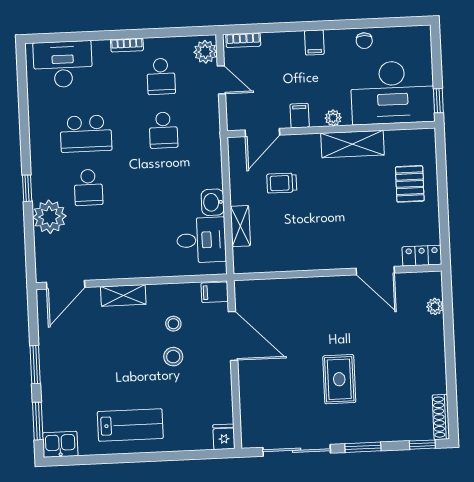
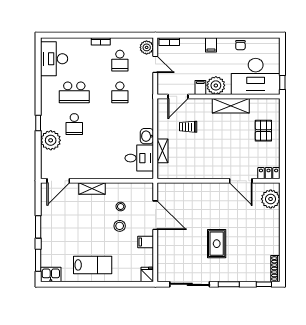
desk: (63, 64) -> (54, 59), moved, turned -90
plant: (333, 118) -> (216, 85), width x1.88, depth x1.88
filing cabinet: (215, 292) -> (146, 242), moved
plant: (435, 306) -> (271, 199), width x1.87, depth x1.87

